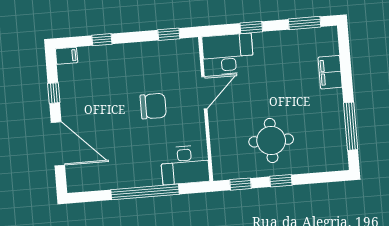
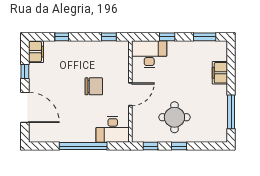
filing cabinet: (67, 56) -> (36, 52), width x2.00
door: (204, 93) -> (130, 94), moved

